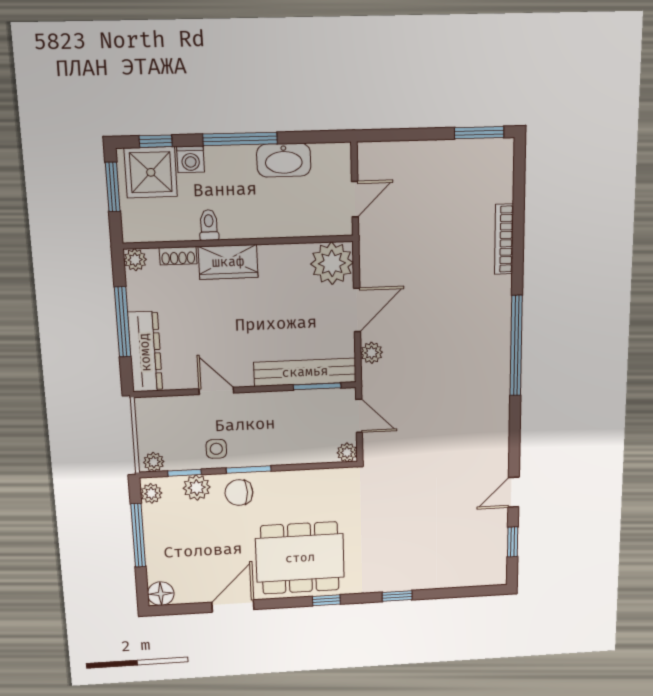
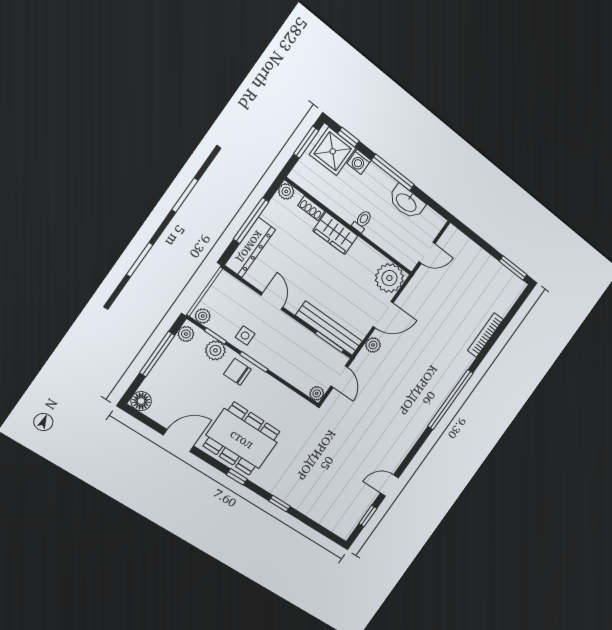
toilet: (209, 225) -> (362, 221), moved

